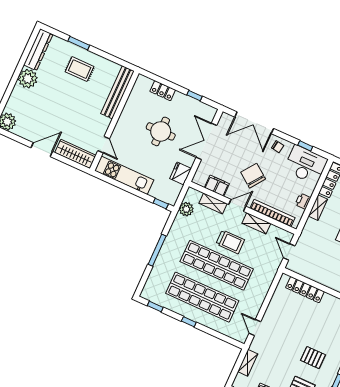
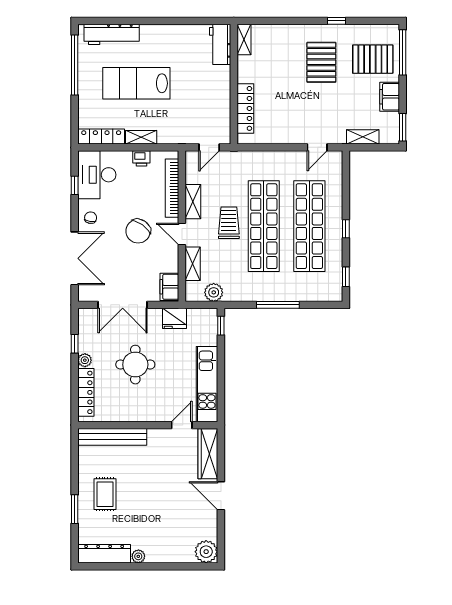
plant: (28, 79) -> (138, 556), width x0.53, depth x0.53
locker: (163, 91) -> (86, 392), width x1.53
plant: (180, 97) -> (85, 360), added
filing cabinet: (217, 186) -> (169, 287), moved
pallet: (313, 358) -> (321, 62), width x1.50, depth x1.42

